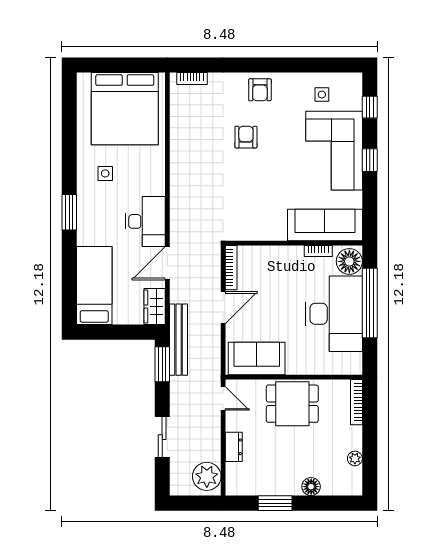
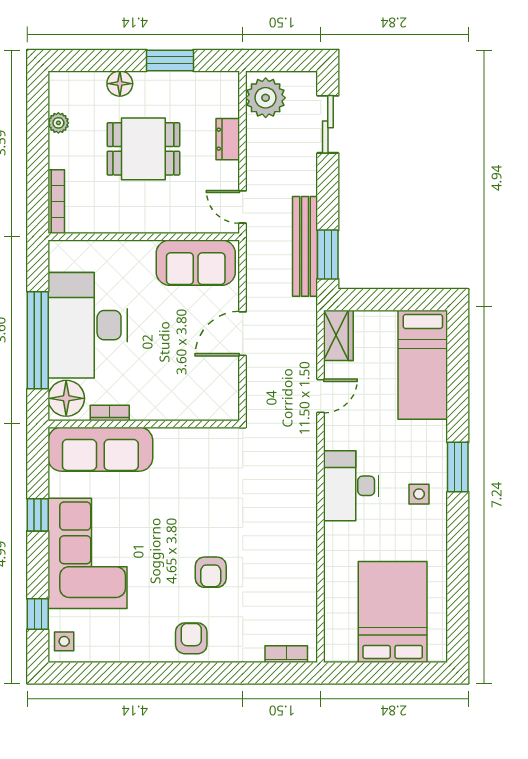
side table: (322, 95) -> (64, 641), moved
bed: (125, 109) -> (393, 612), width x0.73
window: (370, 160) -> (38, 515), moved
side table: (105, 173) -> (419, 494), moved
desk: (145, 221) -> (351, 486), moved
door: (167, 263) -> (321, 396), width x0.73
bookcase: (231, 268) -> (231, 390), removed
bench: (179, 340) -> (305, 246), moved
dining table: (292, 404) -> (143, 149), moved
sliding door: (162, 437) -> (328, 124), moved

